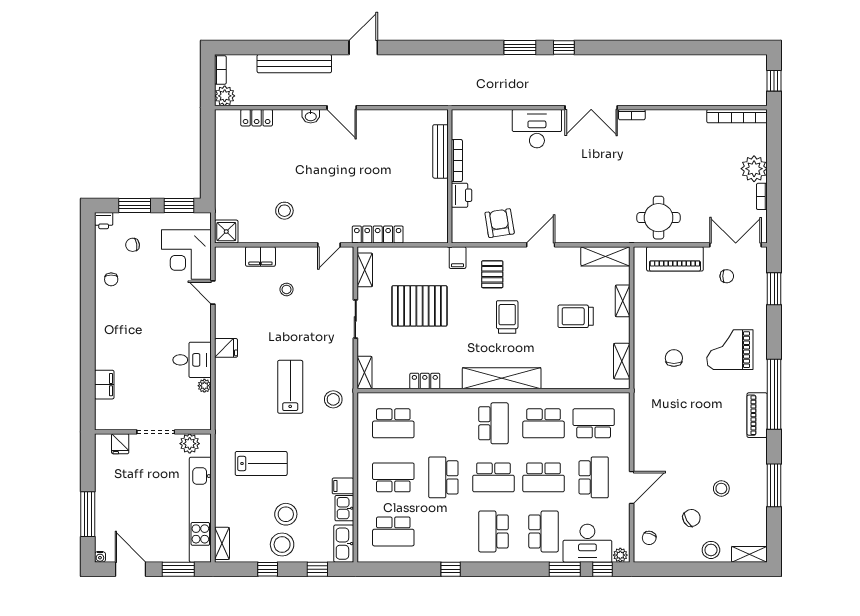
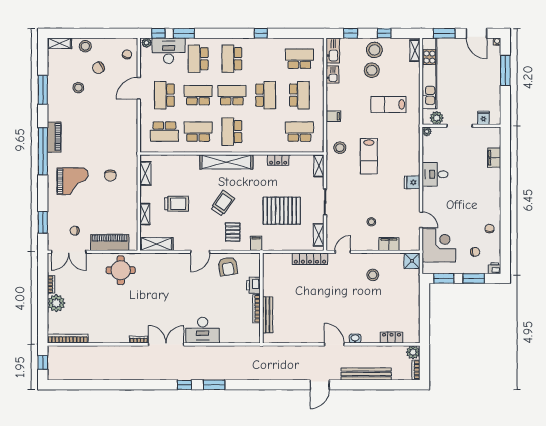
trolley: (507, 317) -> (223, 203), turned -145
plant: (204, 386) -> (427, 131), moved
school desk: (393, 477) -> (299, 95), turned -90
filing cabinet: (343, 486) -> (333, 116), moved
school desk: (493, 531) -> (232, 59), turned 180

